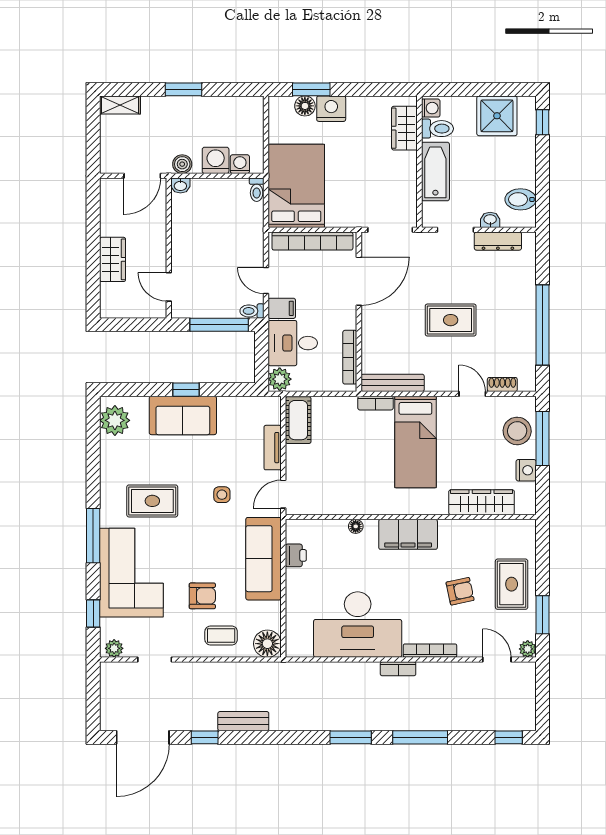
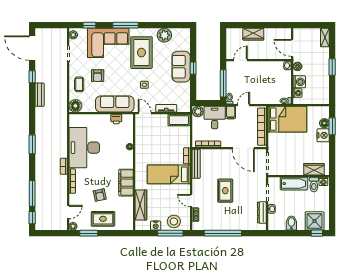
shower: (497, 116) -> (315, 221), moved
bidet: (521, 199) -> (291, 223), moved
door: (472, 394) -> (191, 201), swing flipped
plant: (115, 420) -> (164, 35), moved
rug: (152, 501) -> (141, 53), width x1.36, depth x1.43
filing cabinet: (408, 534) -> (126, 183), moved
window: (420, 737) -> (32, 193), moved

